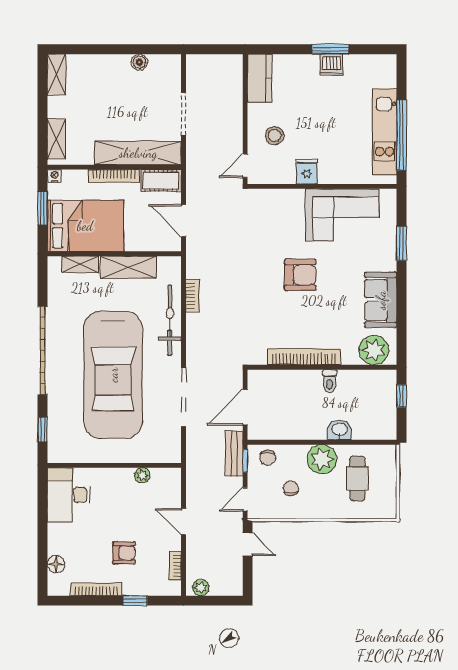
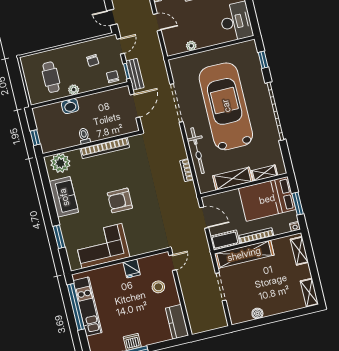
plant: (322, 459) -> (74, 90), width x0.53, depth x0.53

